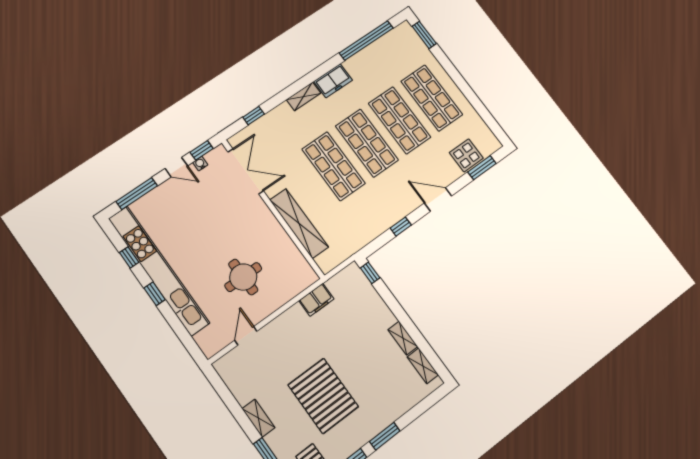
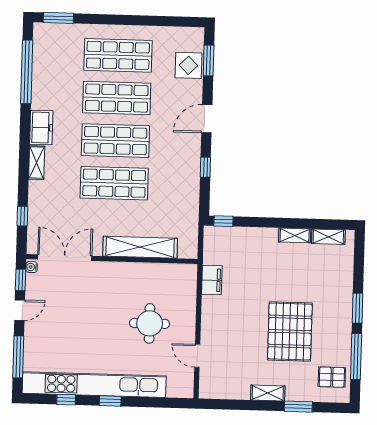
water cooler: (200, 164) -> (32, 267), moved
pallet: (323, 396) -> (290, 331), turned 90

